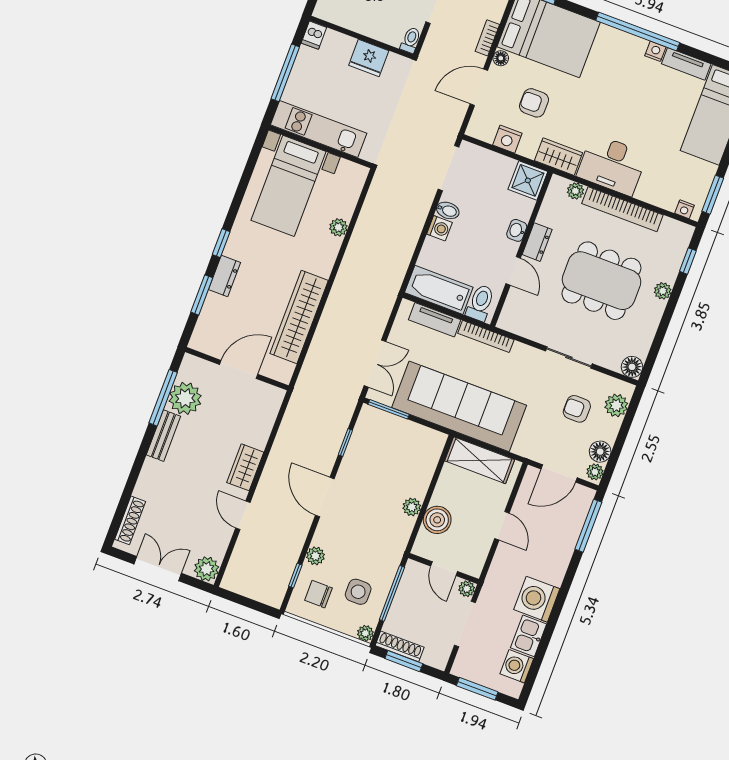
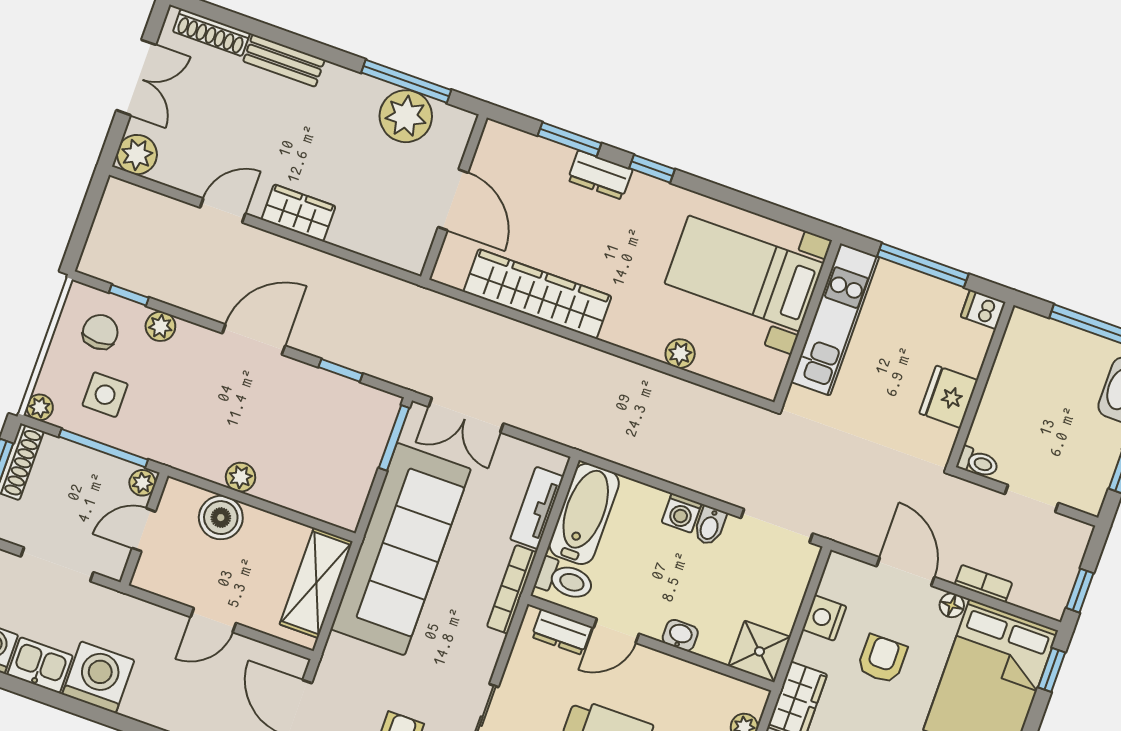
dresser: (537, 242) -> (562, 632), moved
bench: (163, 436) -> (284, 61), moved
plant: (467, 589) -> (142, 483), moved

